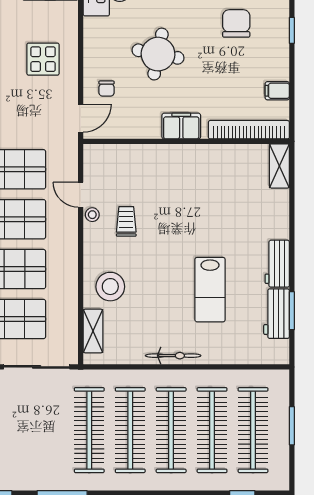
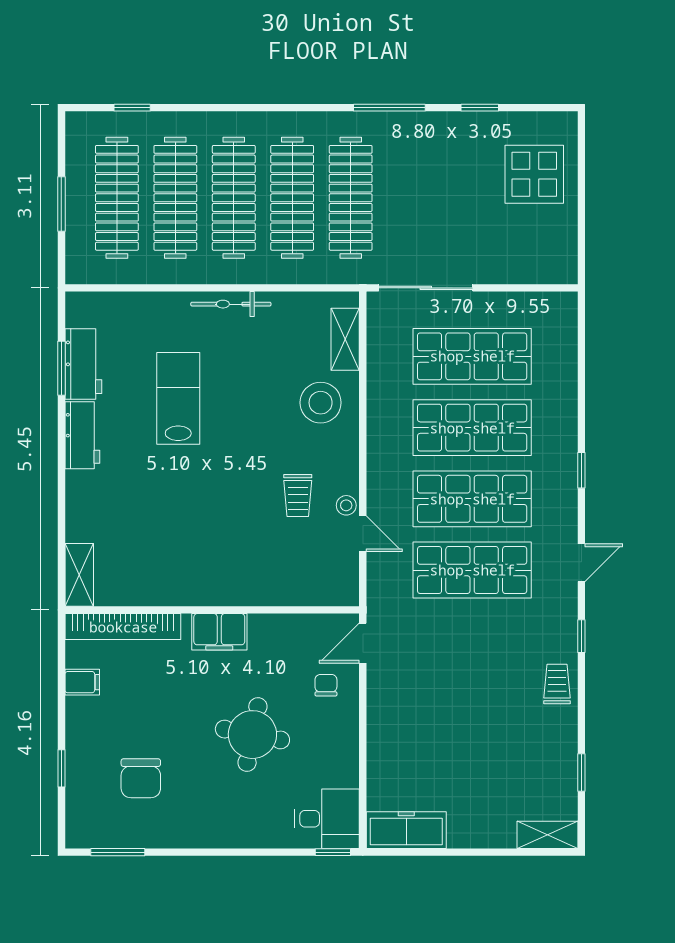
display table: (43, 59) -> (417, 727), removed

